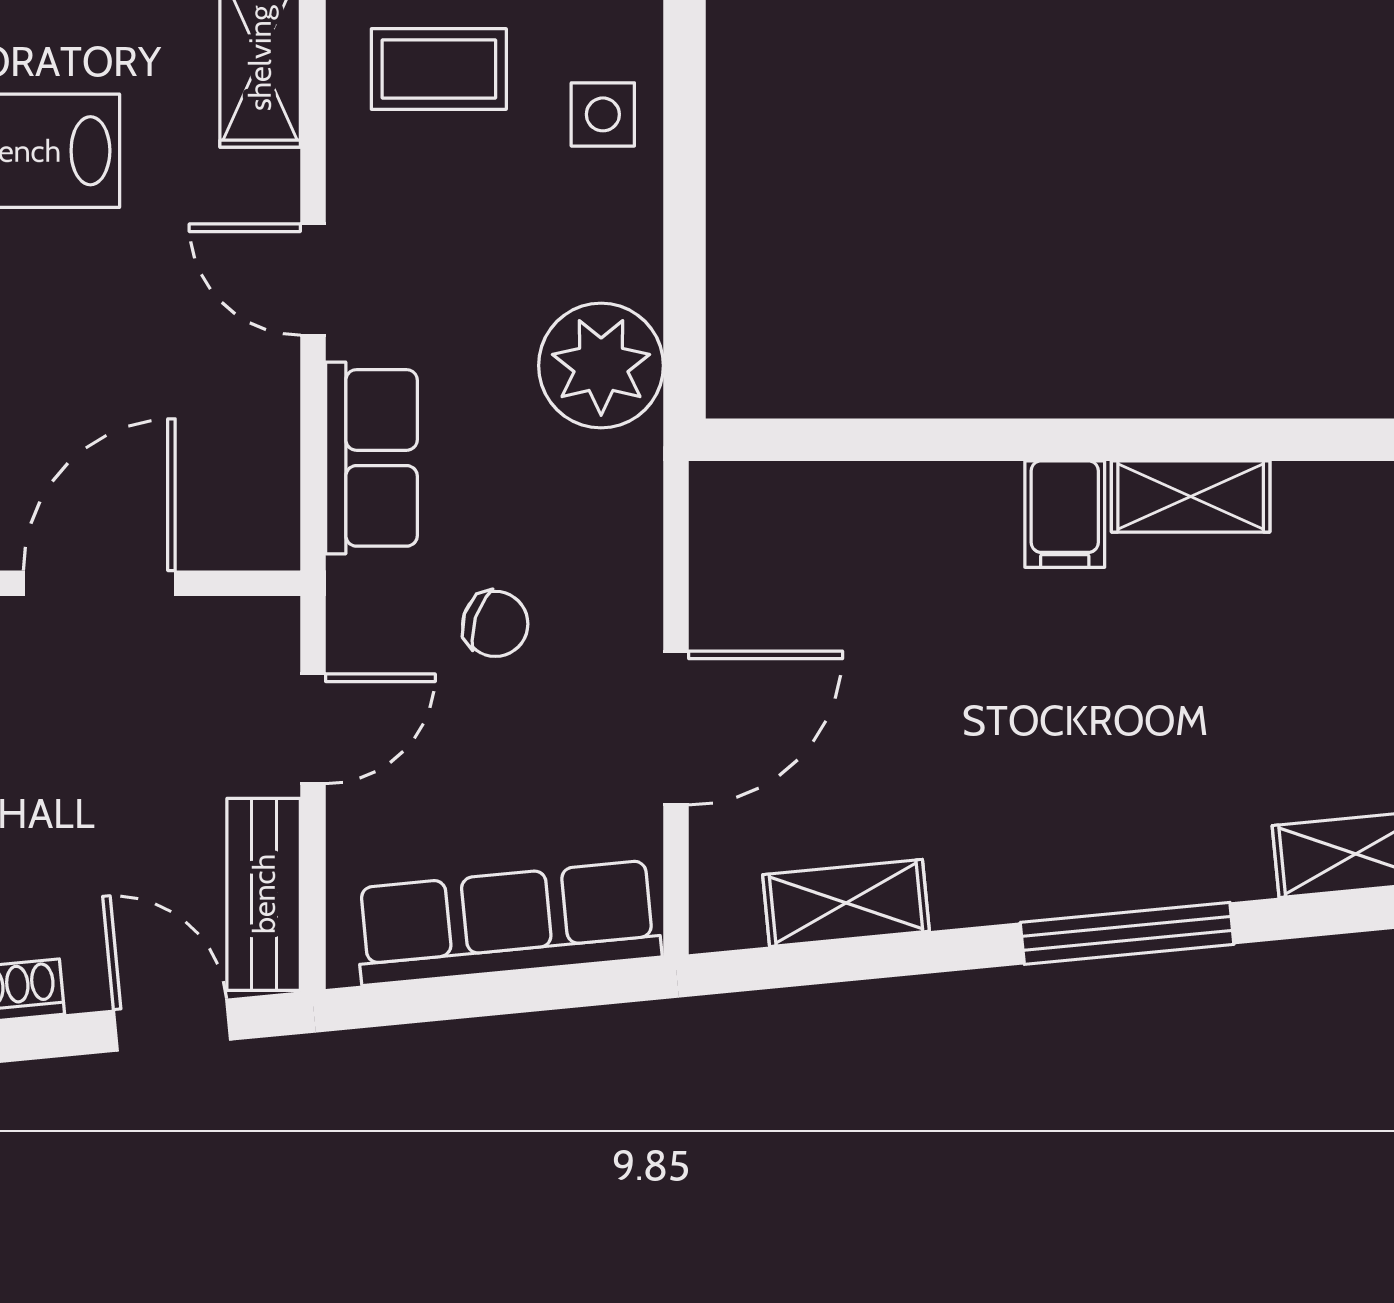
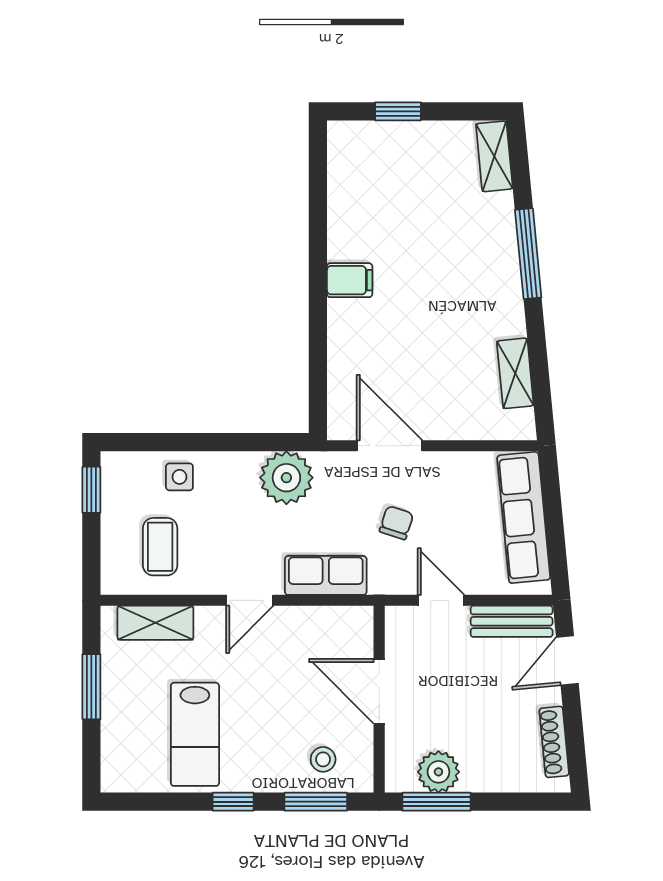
shelving: (1191, 496) -> (342, 227), removed
door: (676, 728) -> (390, 446), moved

